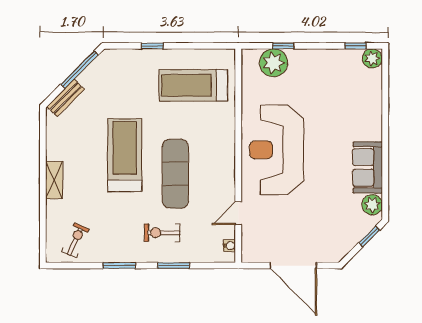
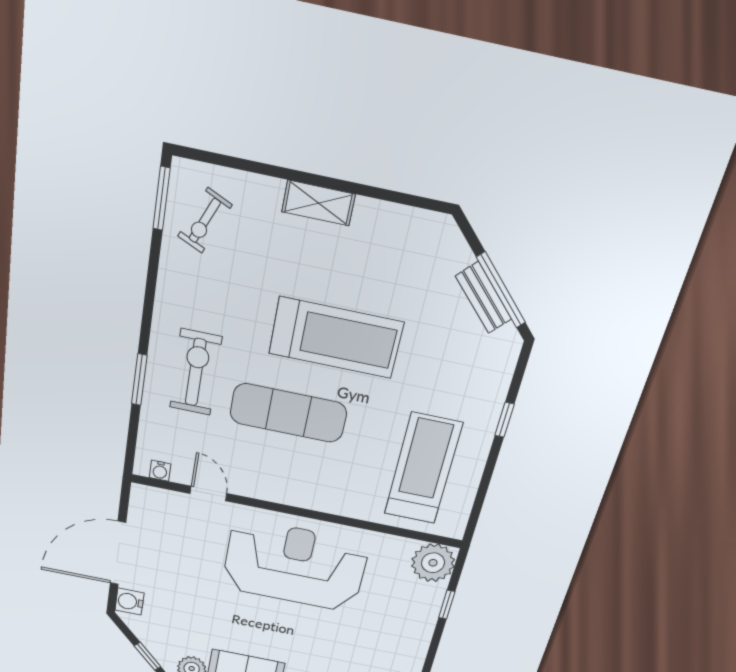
plant: (273, 63) -> (433, 563), moved
bench: (66, 98) -> (484, 298), moved
exercise bike: (162, 233) -> (196, 372), width x1.38, depth x1.39
exercise bike: (75, 240) -> (205, 221), turned 90
water cooler: (328, 254) -> (129, 602), added
window: (119, 266) -> (162, 199), moved

